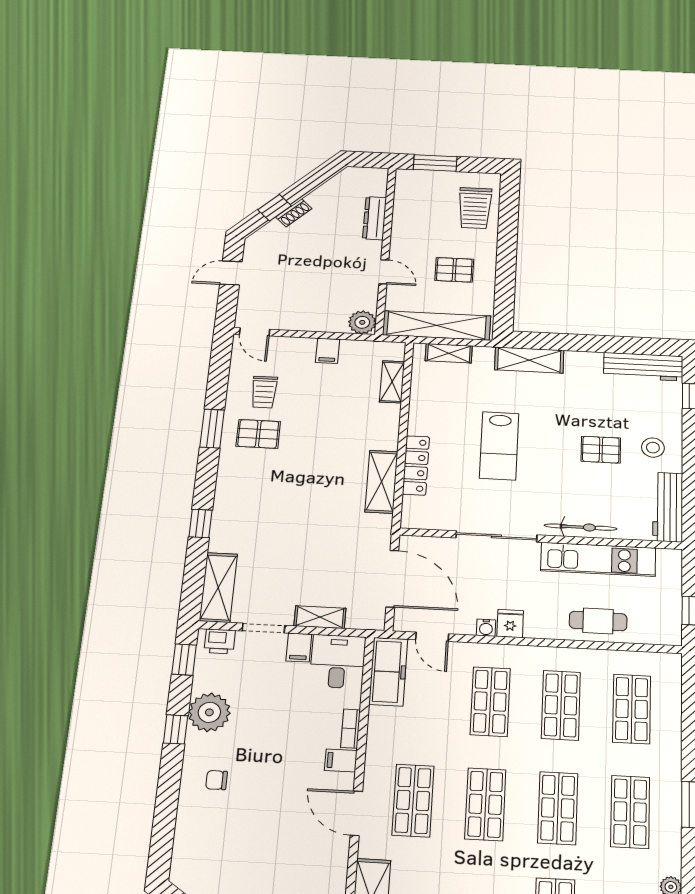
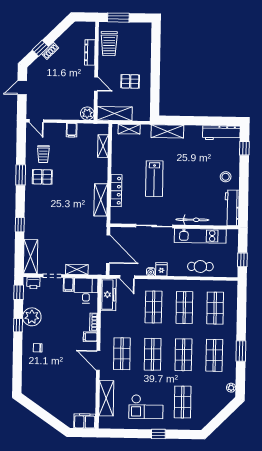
trolley: (475, 208) -> (109, 44), moved
shelving: (437, 325) -> (115, 114), width x0.68
pallet: (601, 450) -> (201, 179), removed

